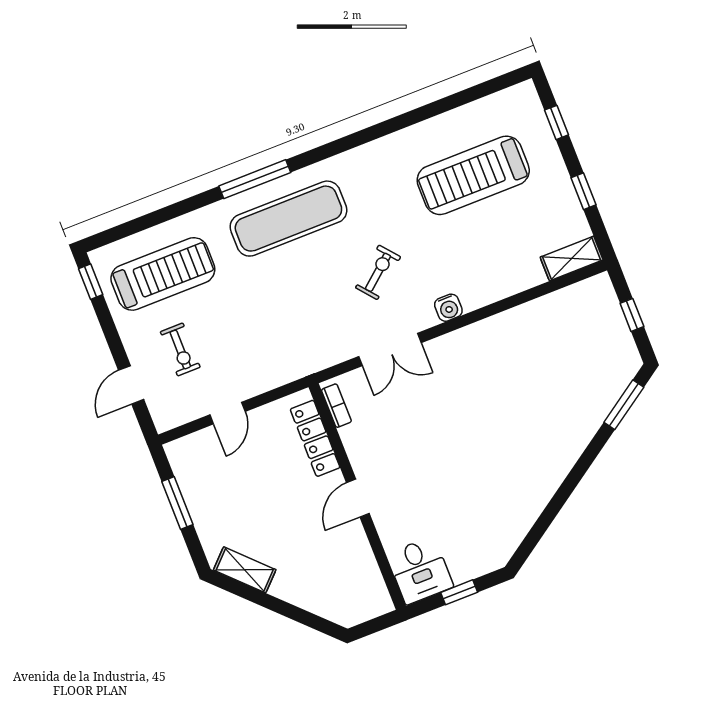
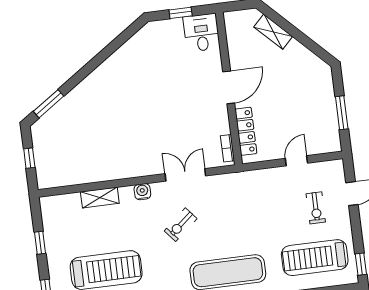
shelving: (572, 259) -> (100, 198), moved
exercise bike: (180, 350) -> (316, 208), turned 180
door: (358, 498) -> (229, 87), width x1.37
shelving: (245, 570) -> (273, 32), moved

